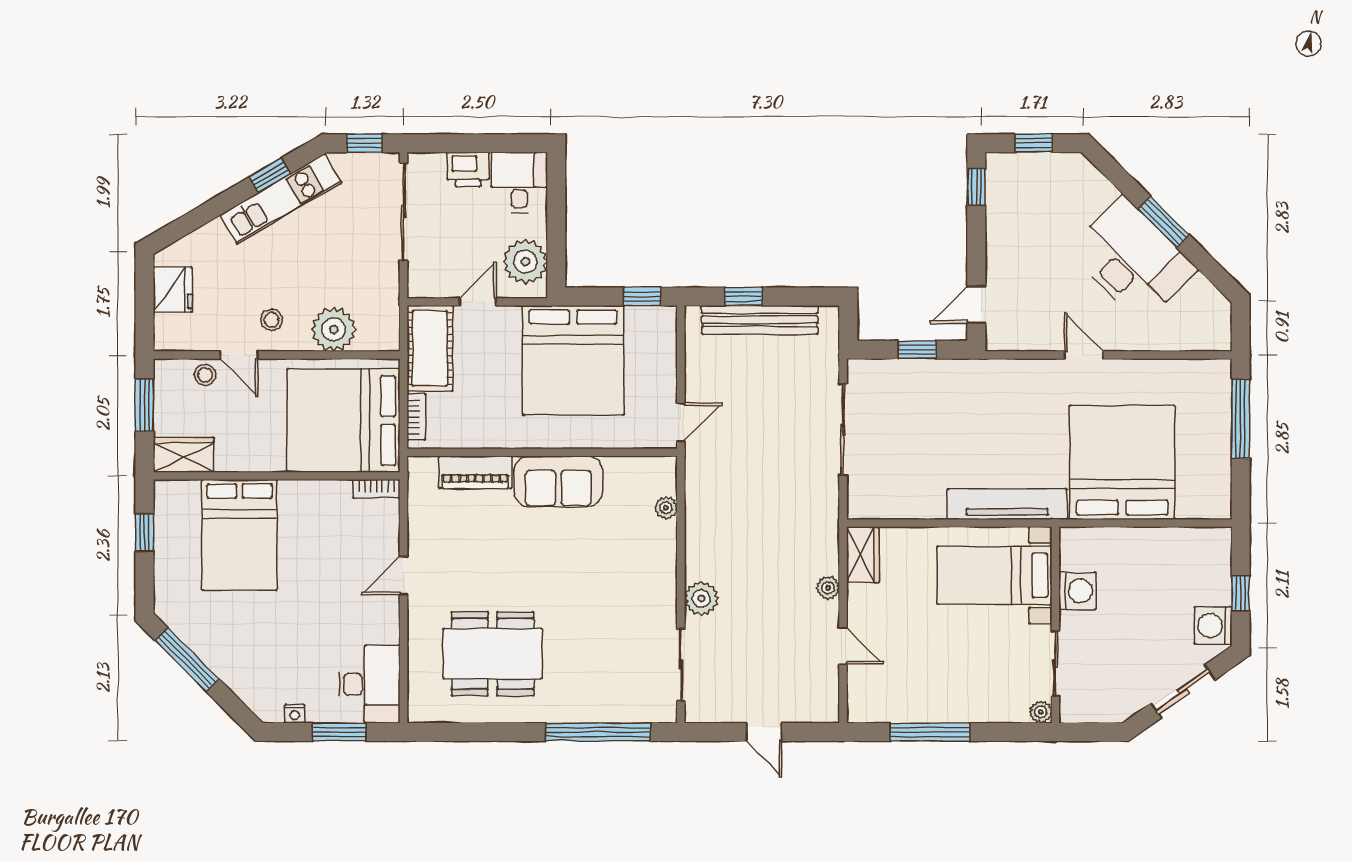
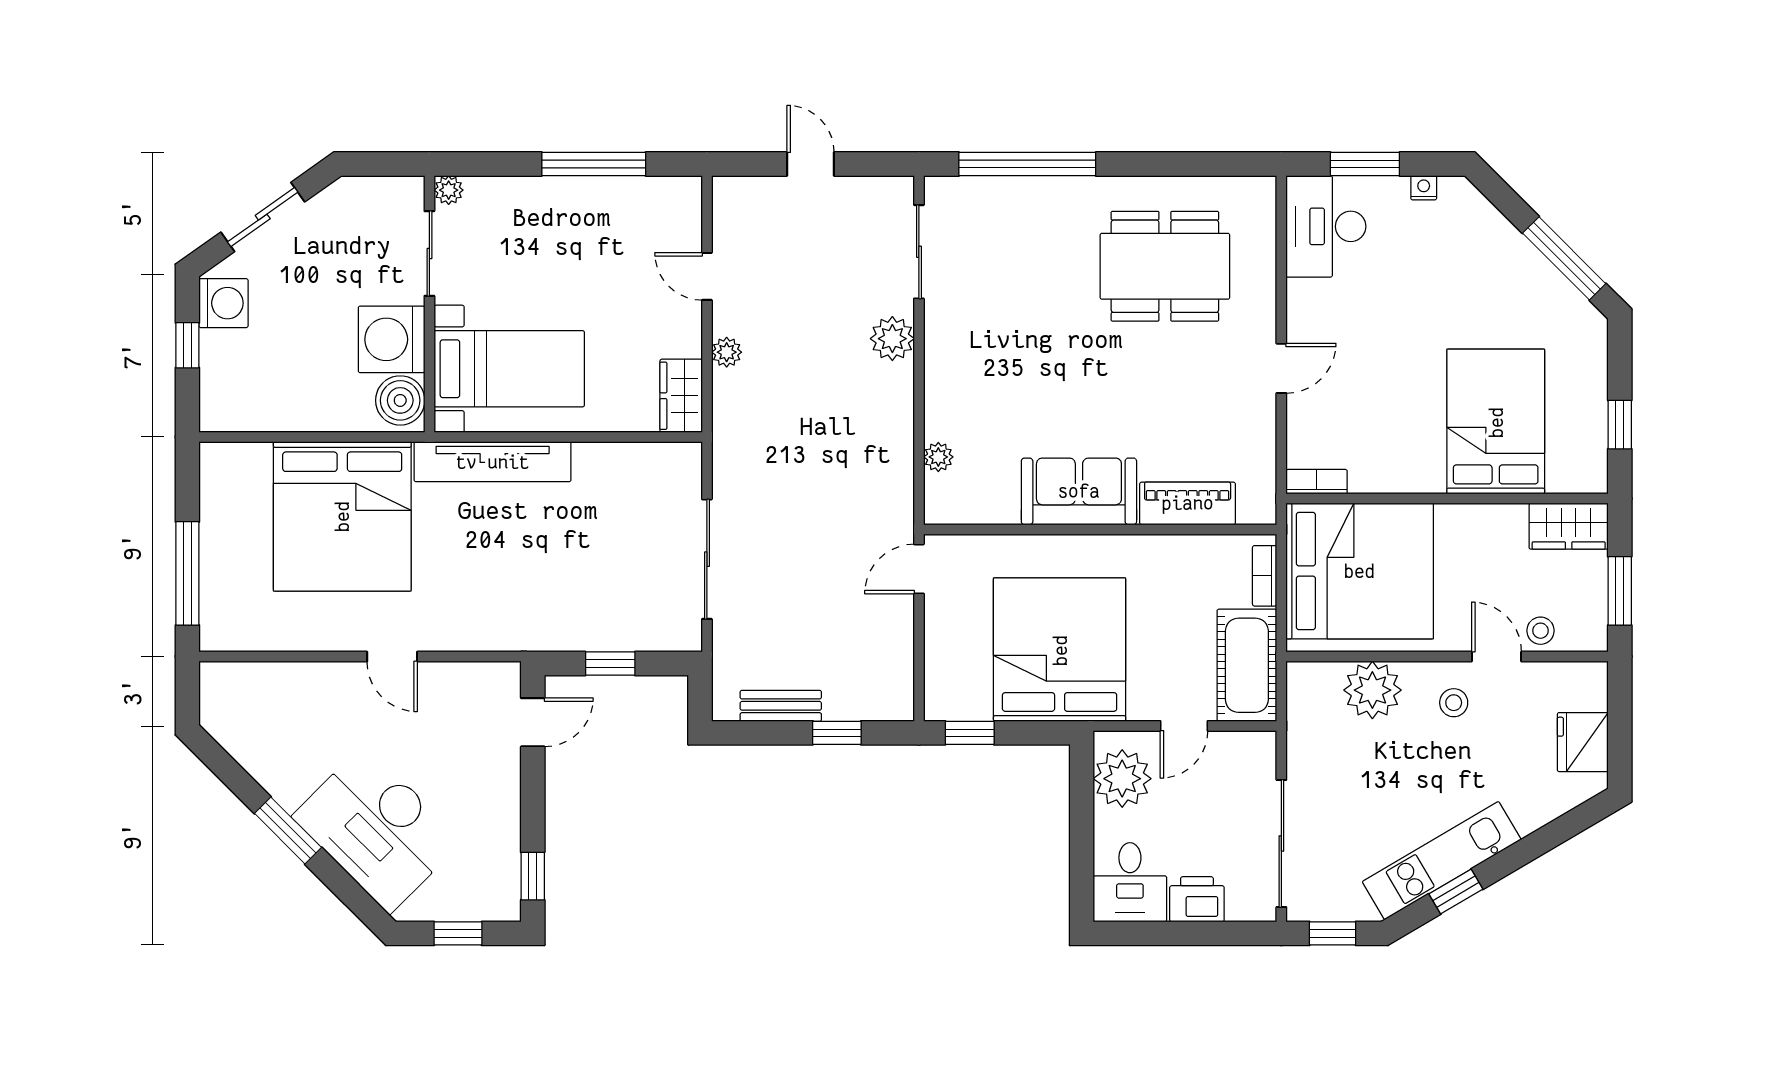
desk: (1132, 260) -> (377, 829), moved
bench: (760, 320) -> (781, 706), width x0.54, depth x0.82
boiler: (1078, 551) -> (400, 400), added
washing machine: (1078, 591) -> (392, 339), width x1.37, depth x1.37

